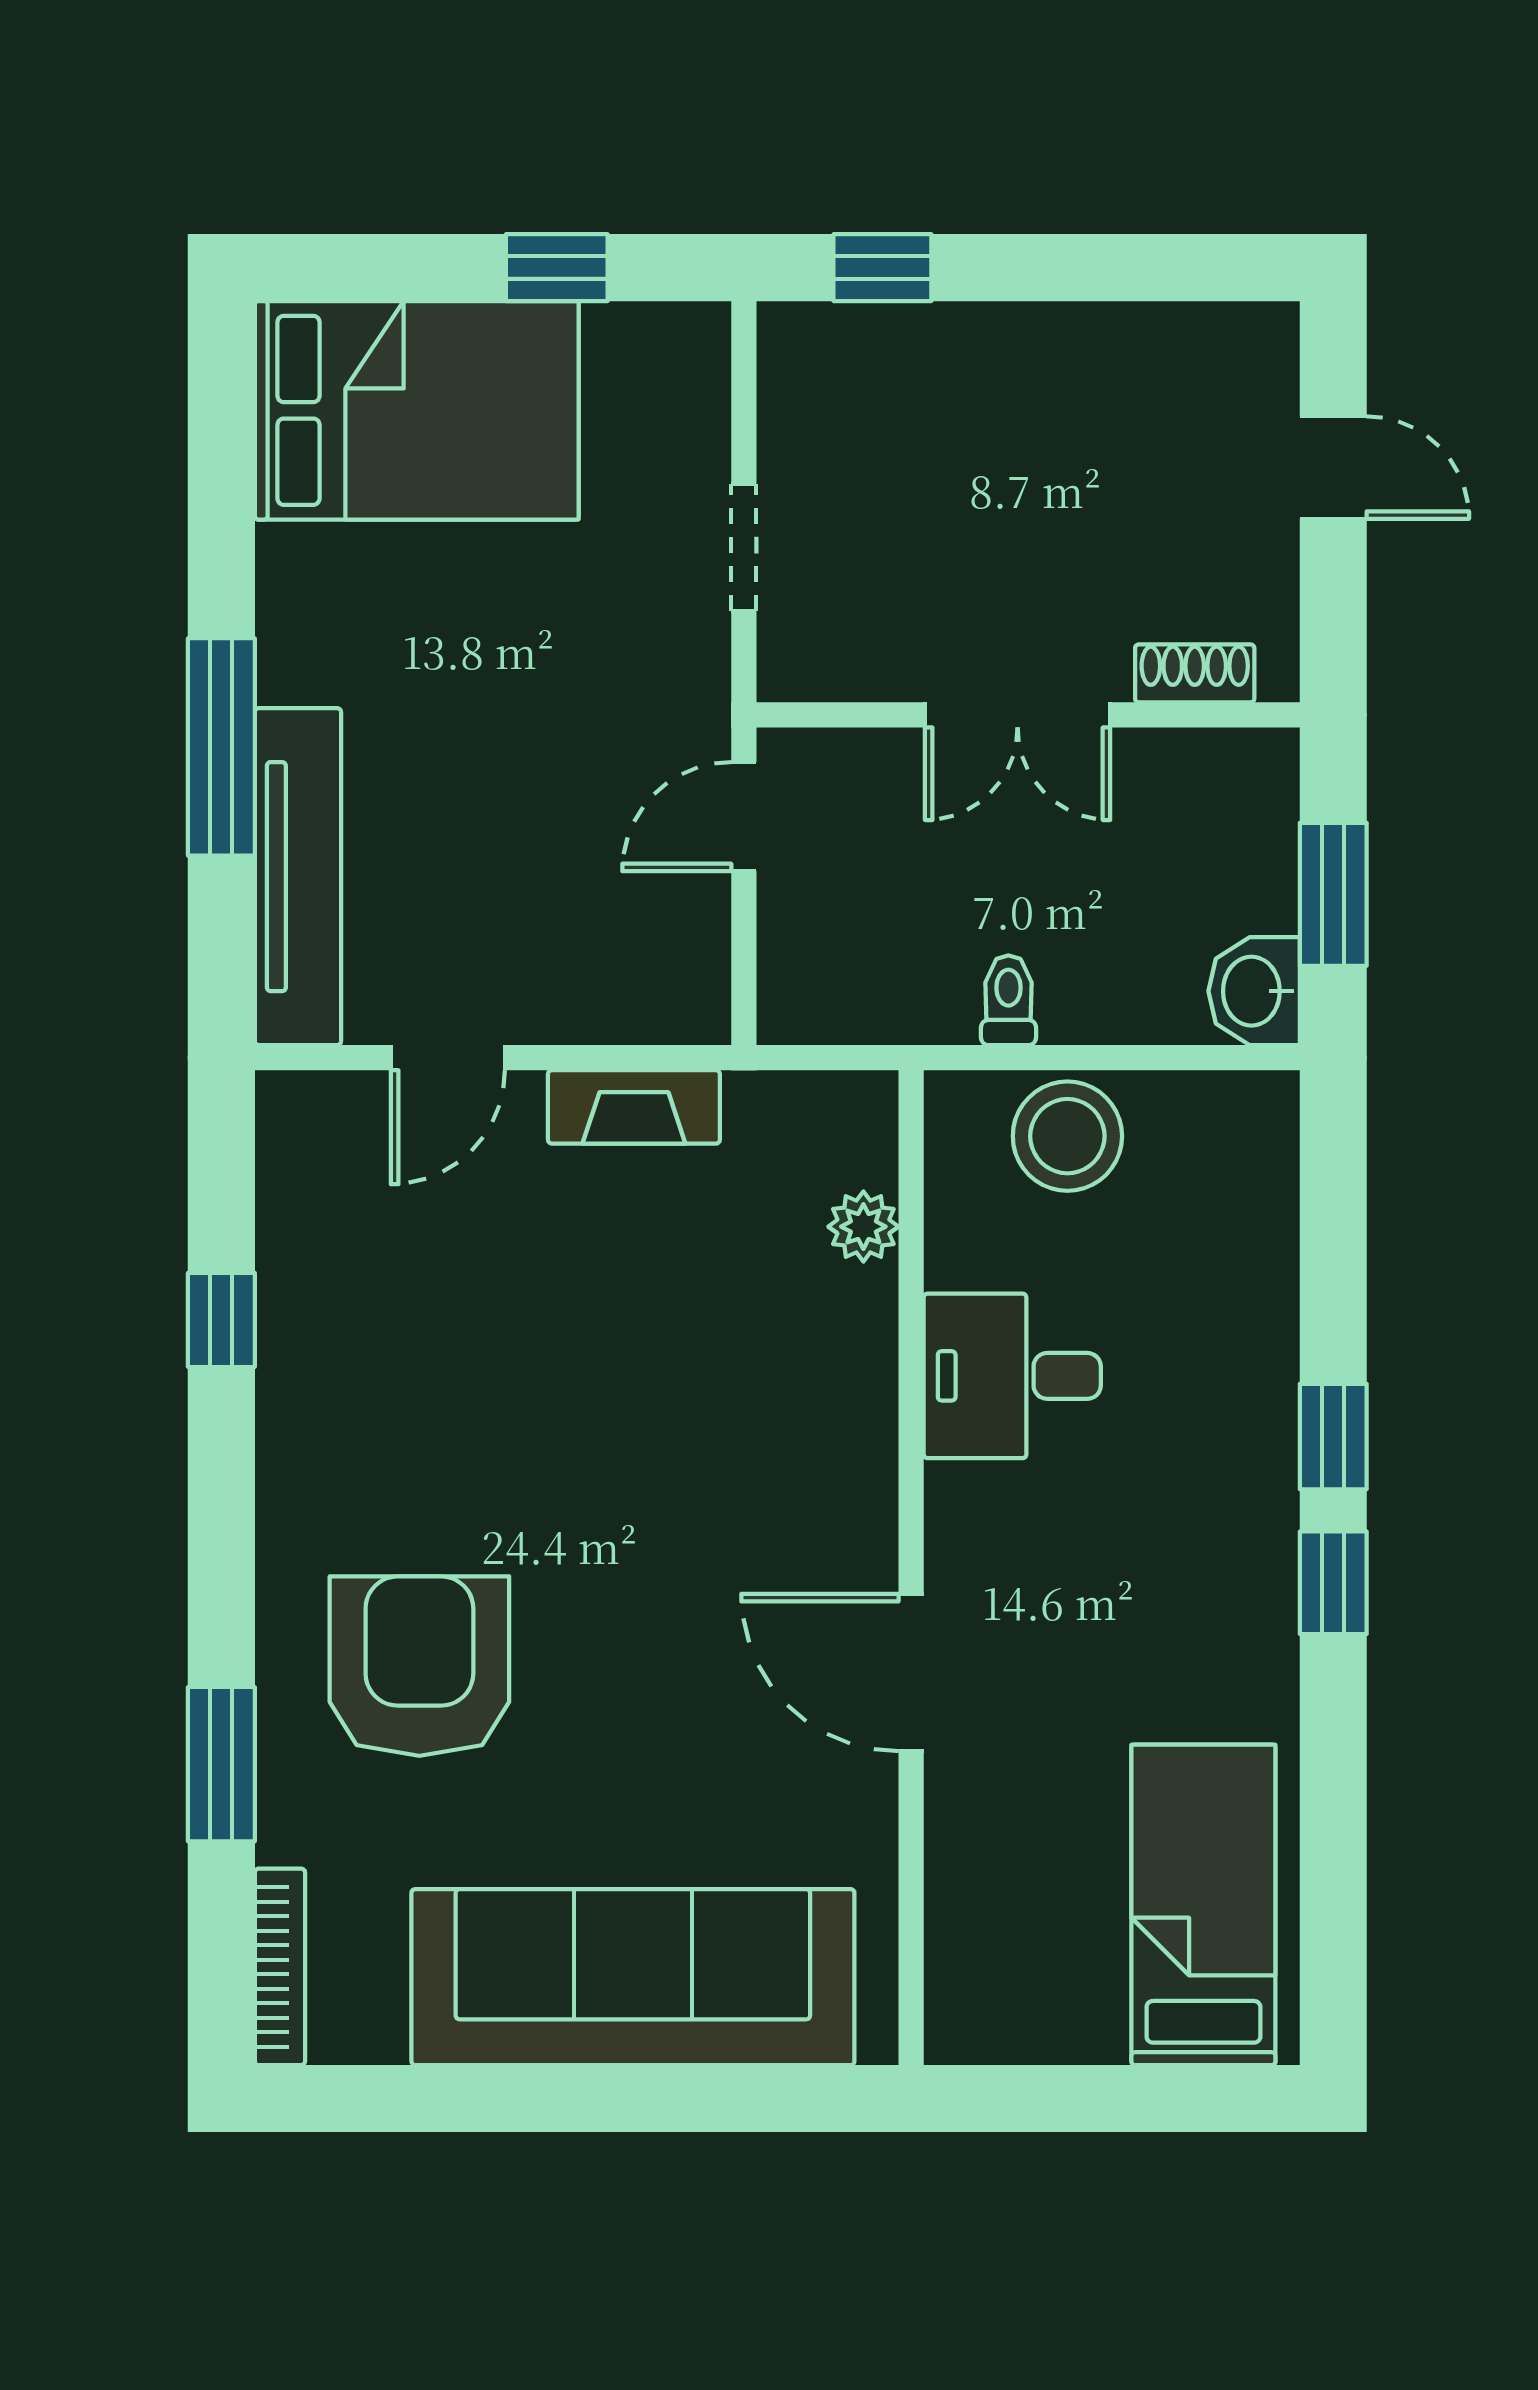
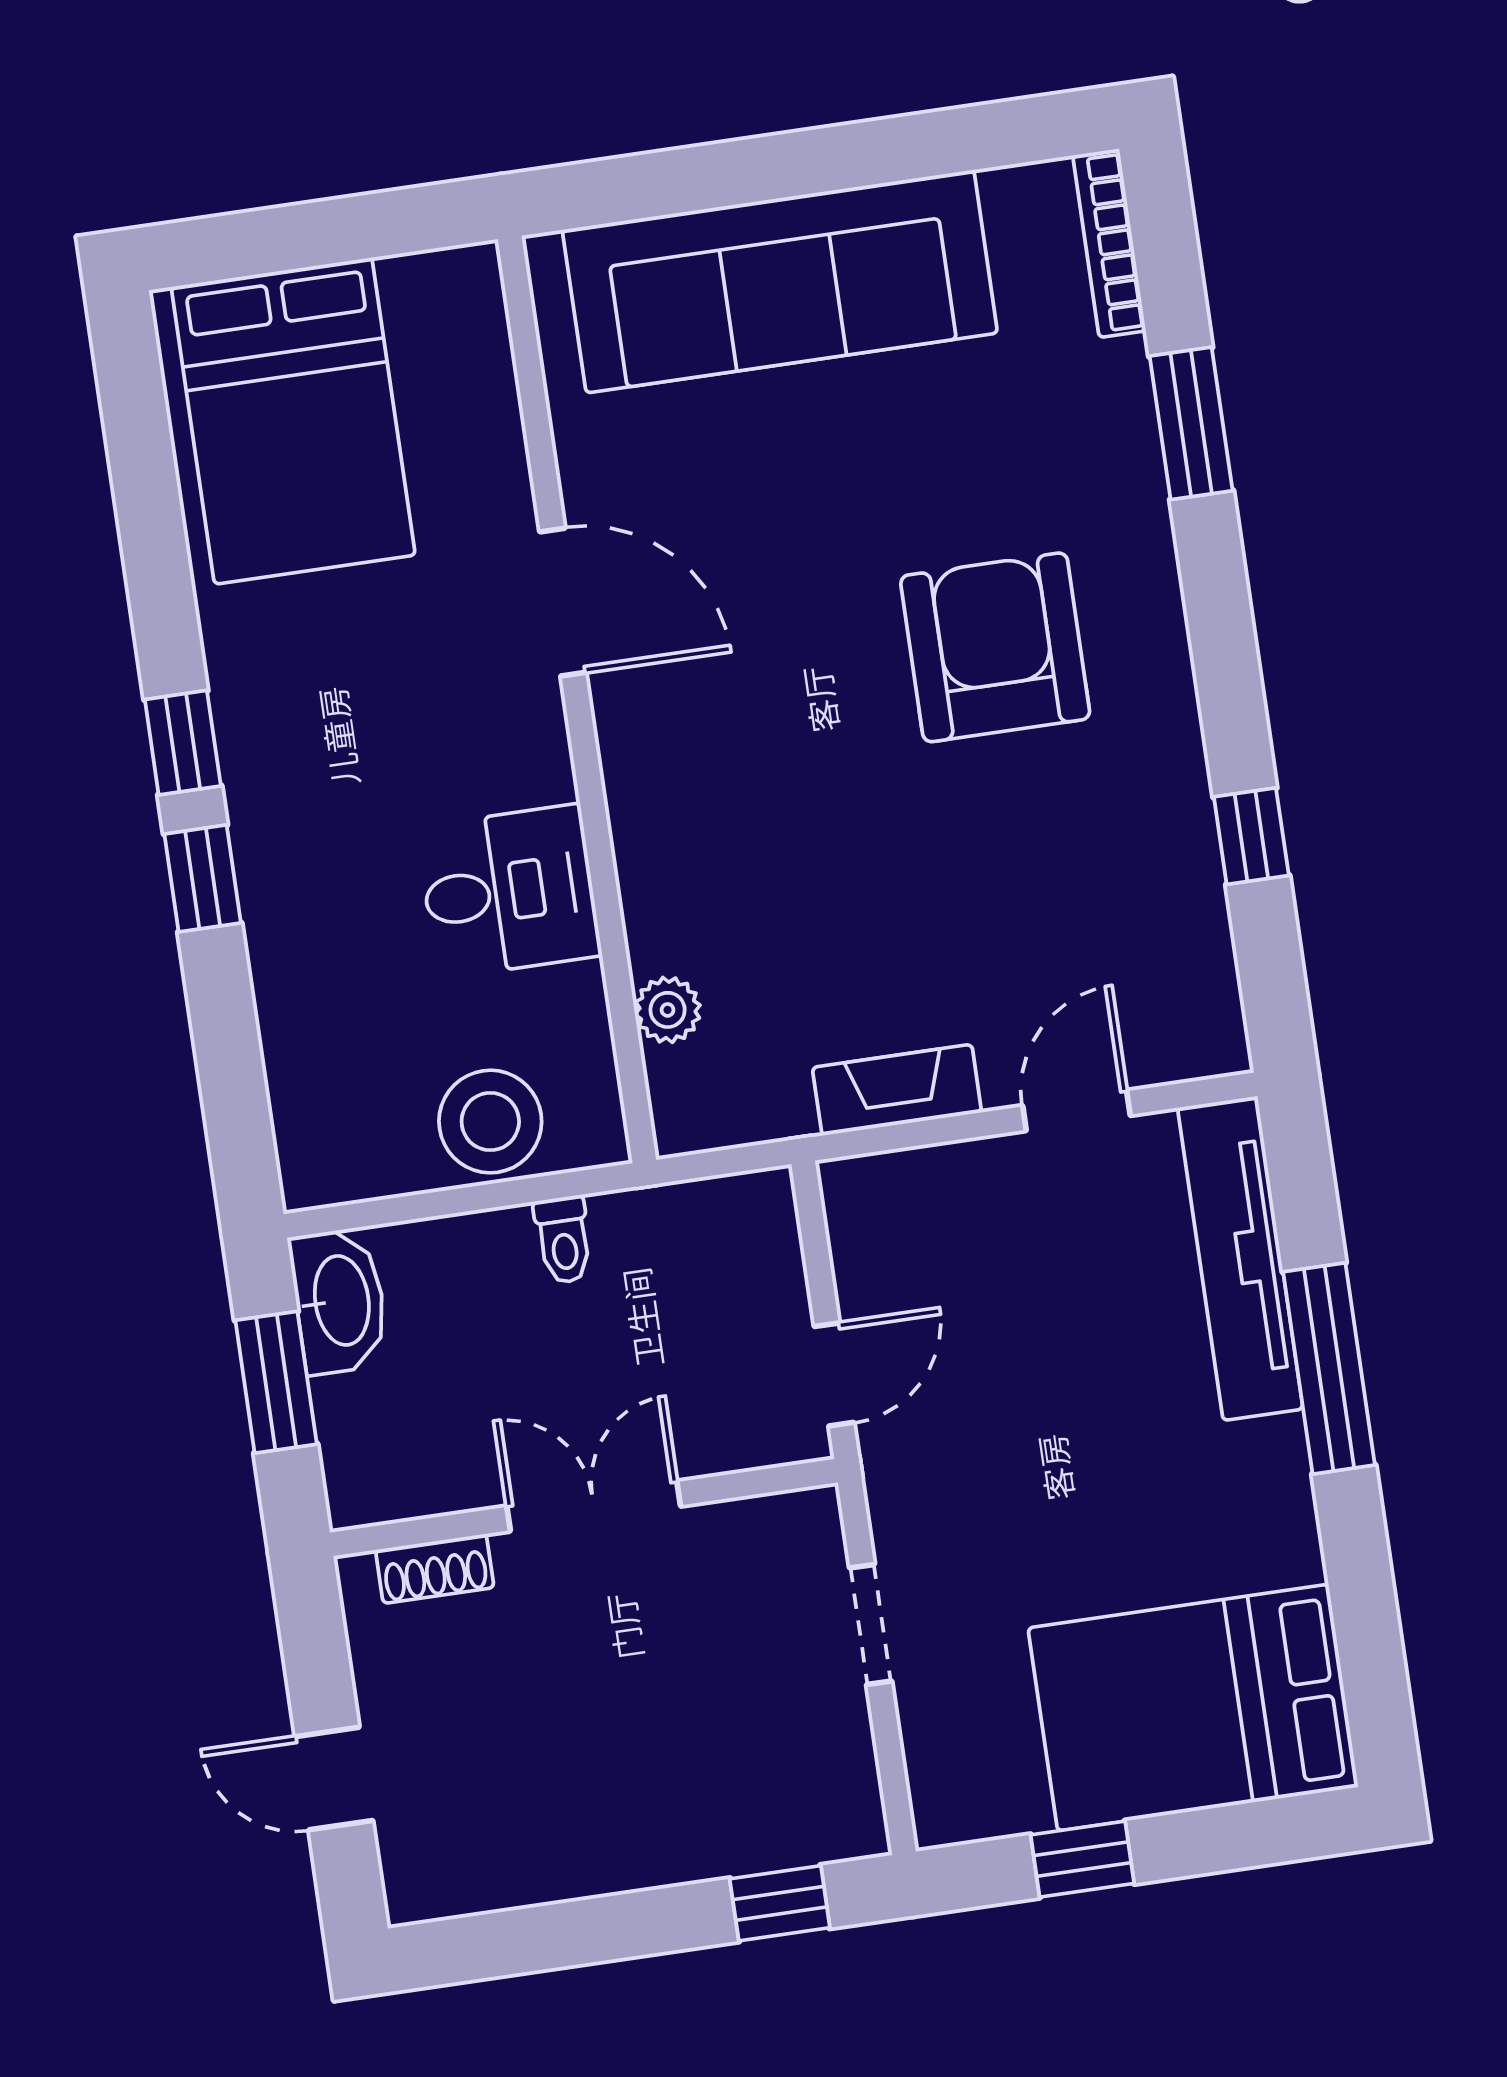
washbasin: (1254, 991) -> (339, 1301), width x1.38
armchair: (419, 1666) -> (995, 647), moved, turned 180
bed: (1203, 1905) -> (293, 421), width x1.50

